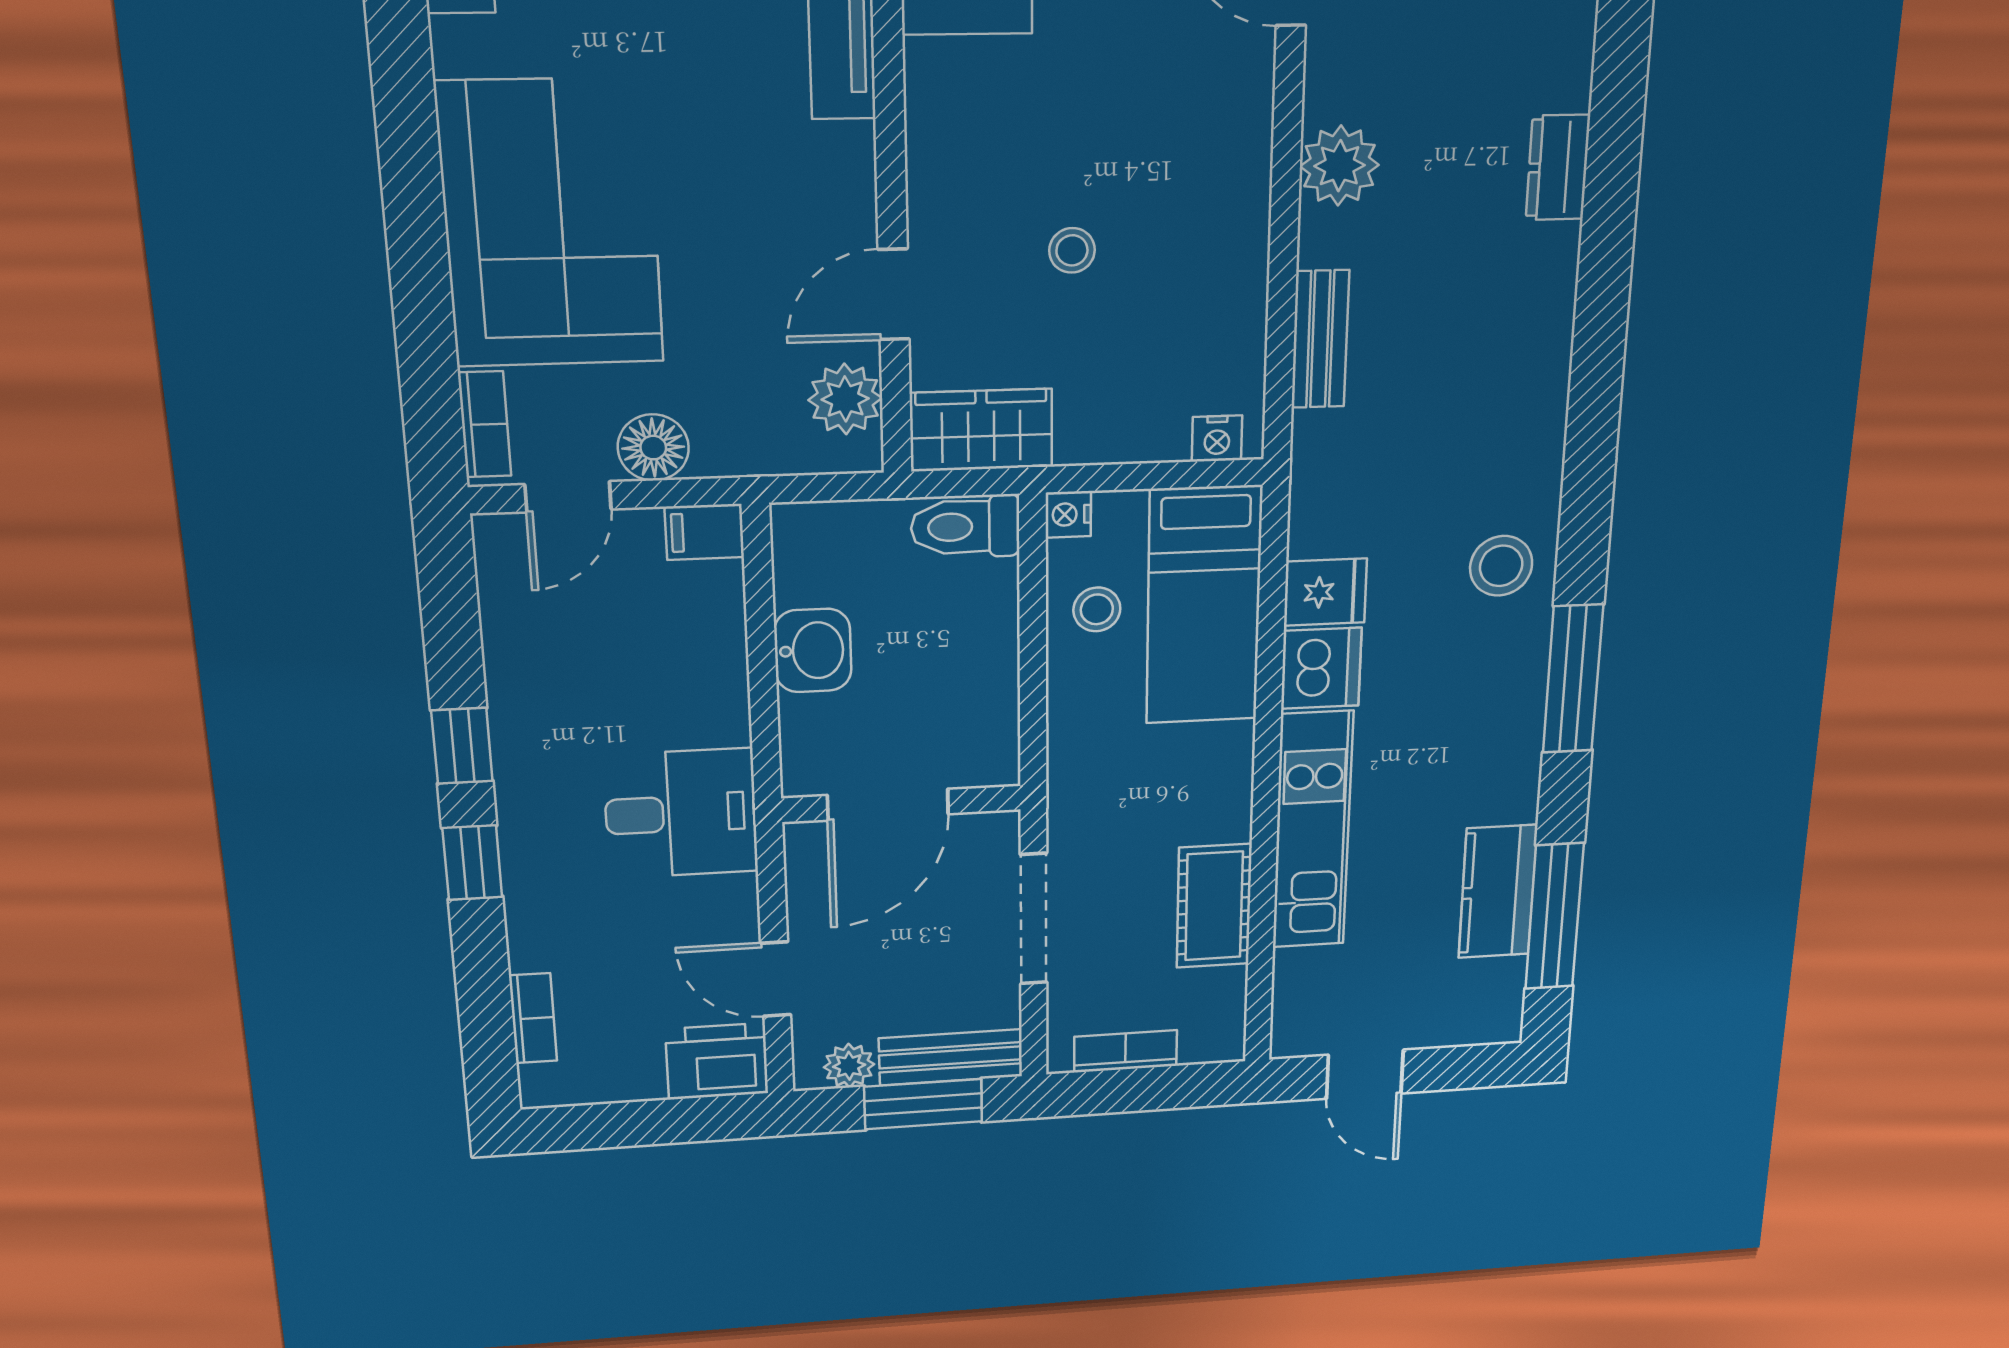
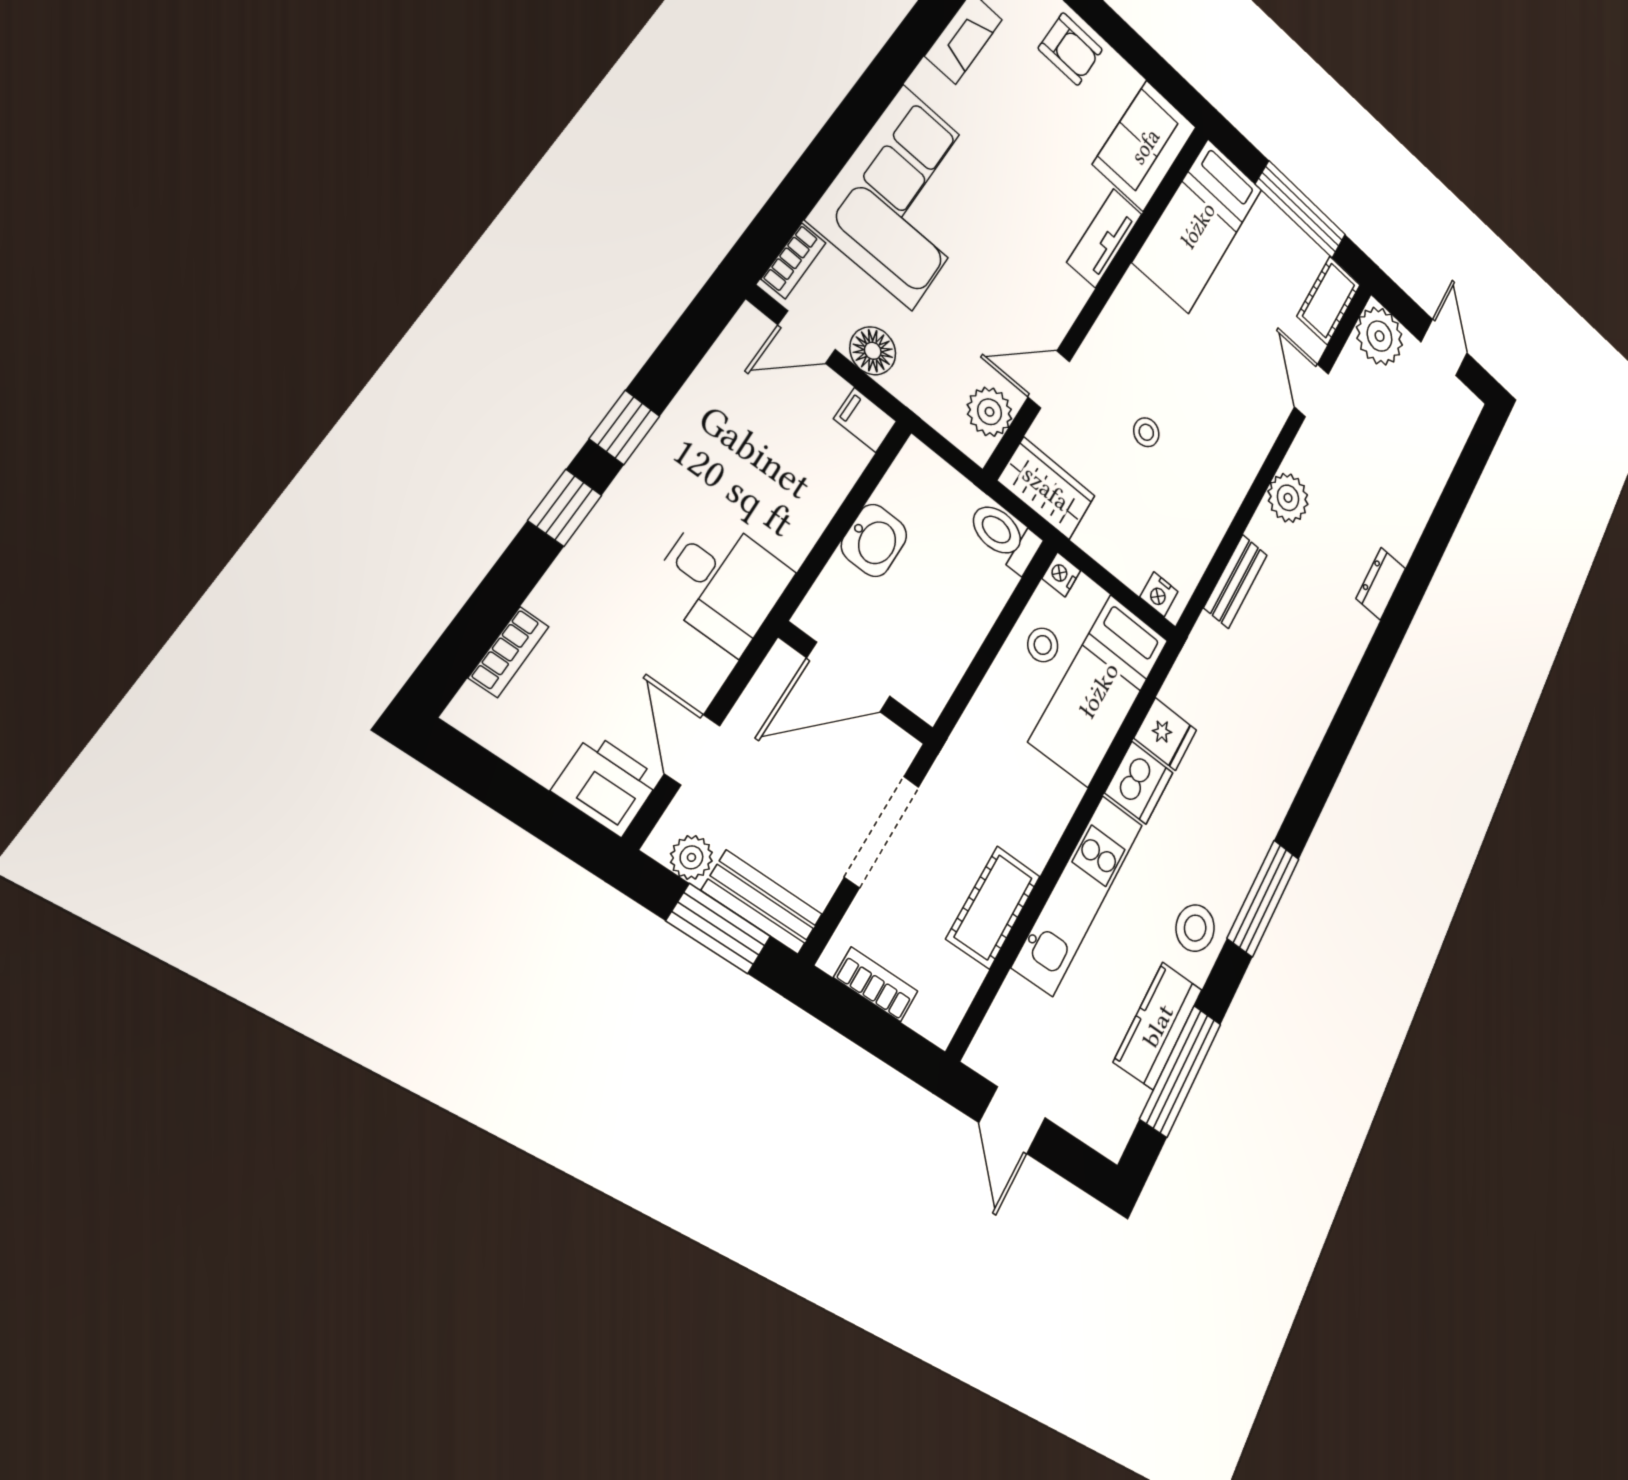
stool: (1501, 566) -> (1195, 928), moved

